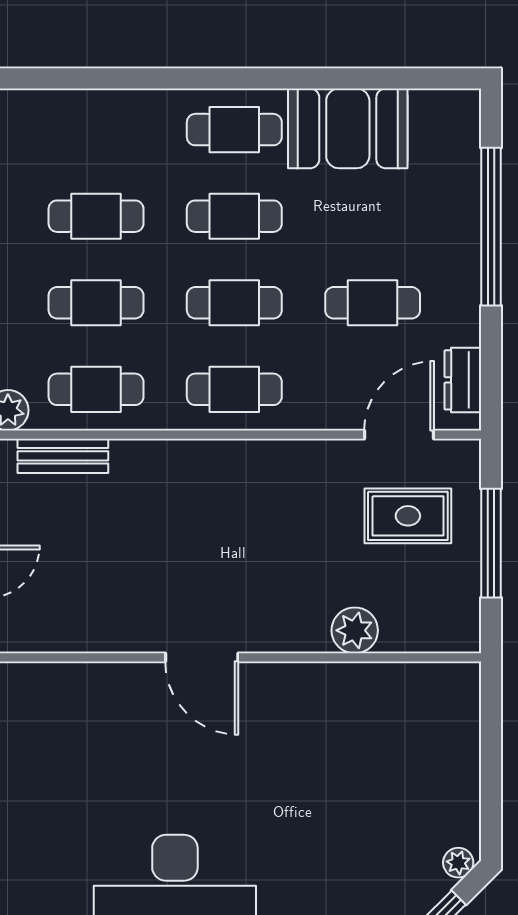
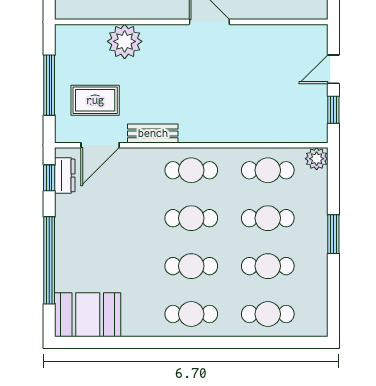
booth: (348, 128) -> (88, 315), moved
cafe table: (373, 303) -> (268, 314), moved
window: (491, 376) -> (49, 178), added
bench: (63, 456) -> (153, 133), moved
plant: (355, 630) -> (125, 41), width x1.36, depth x1.36

